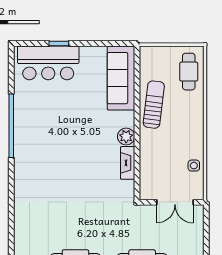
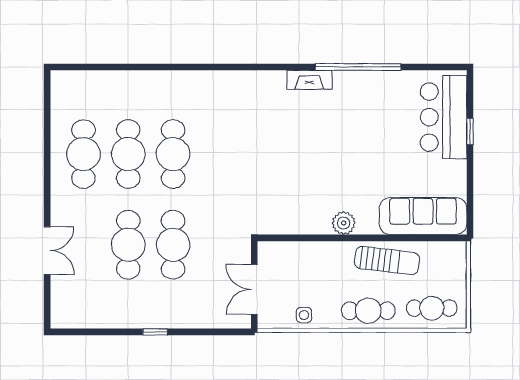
cafe table: (191, 118) -> (368, 311), added
fireplace: (128, 163) -> (309, 80), moved, turned 180

